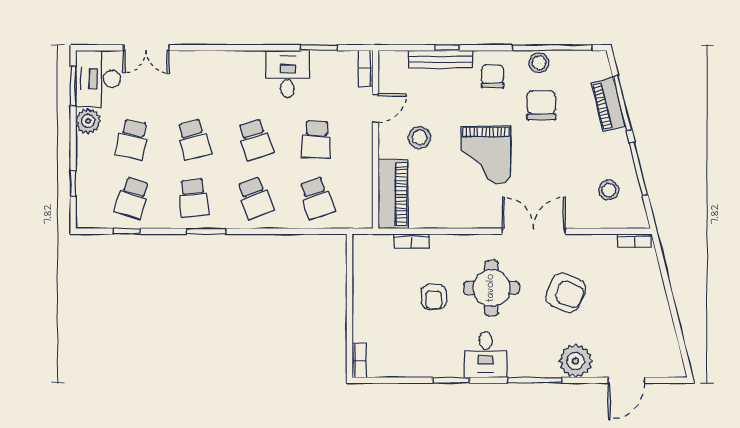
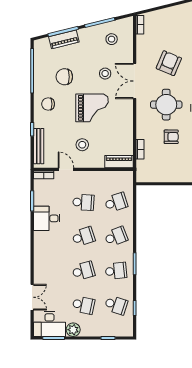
bench: (441, 59) -> (39, 146), moved
stool: (539, 63) -> (105, 74), moved
piano: (393, 194) -> (119, 162), width x0.73, depth x0.75

